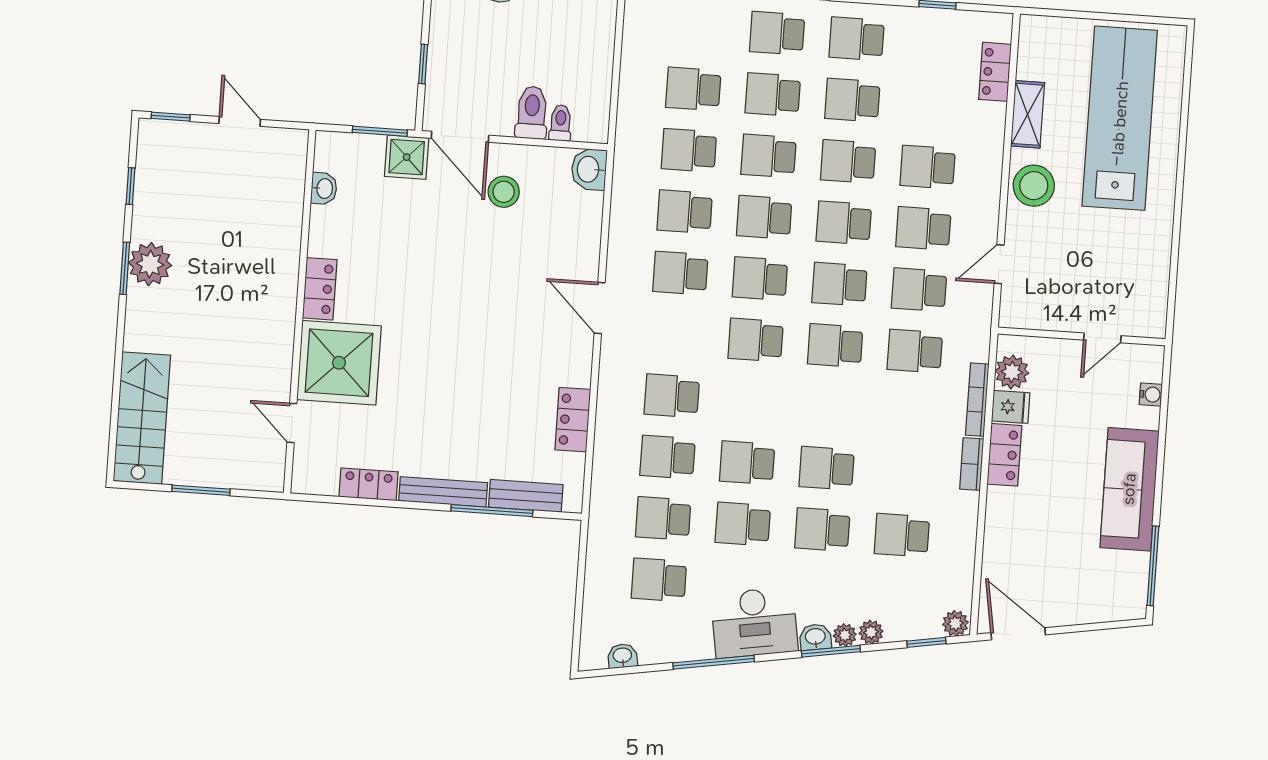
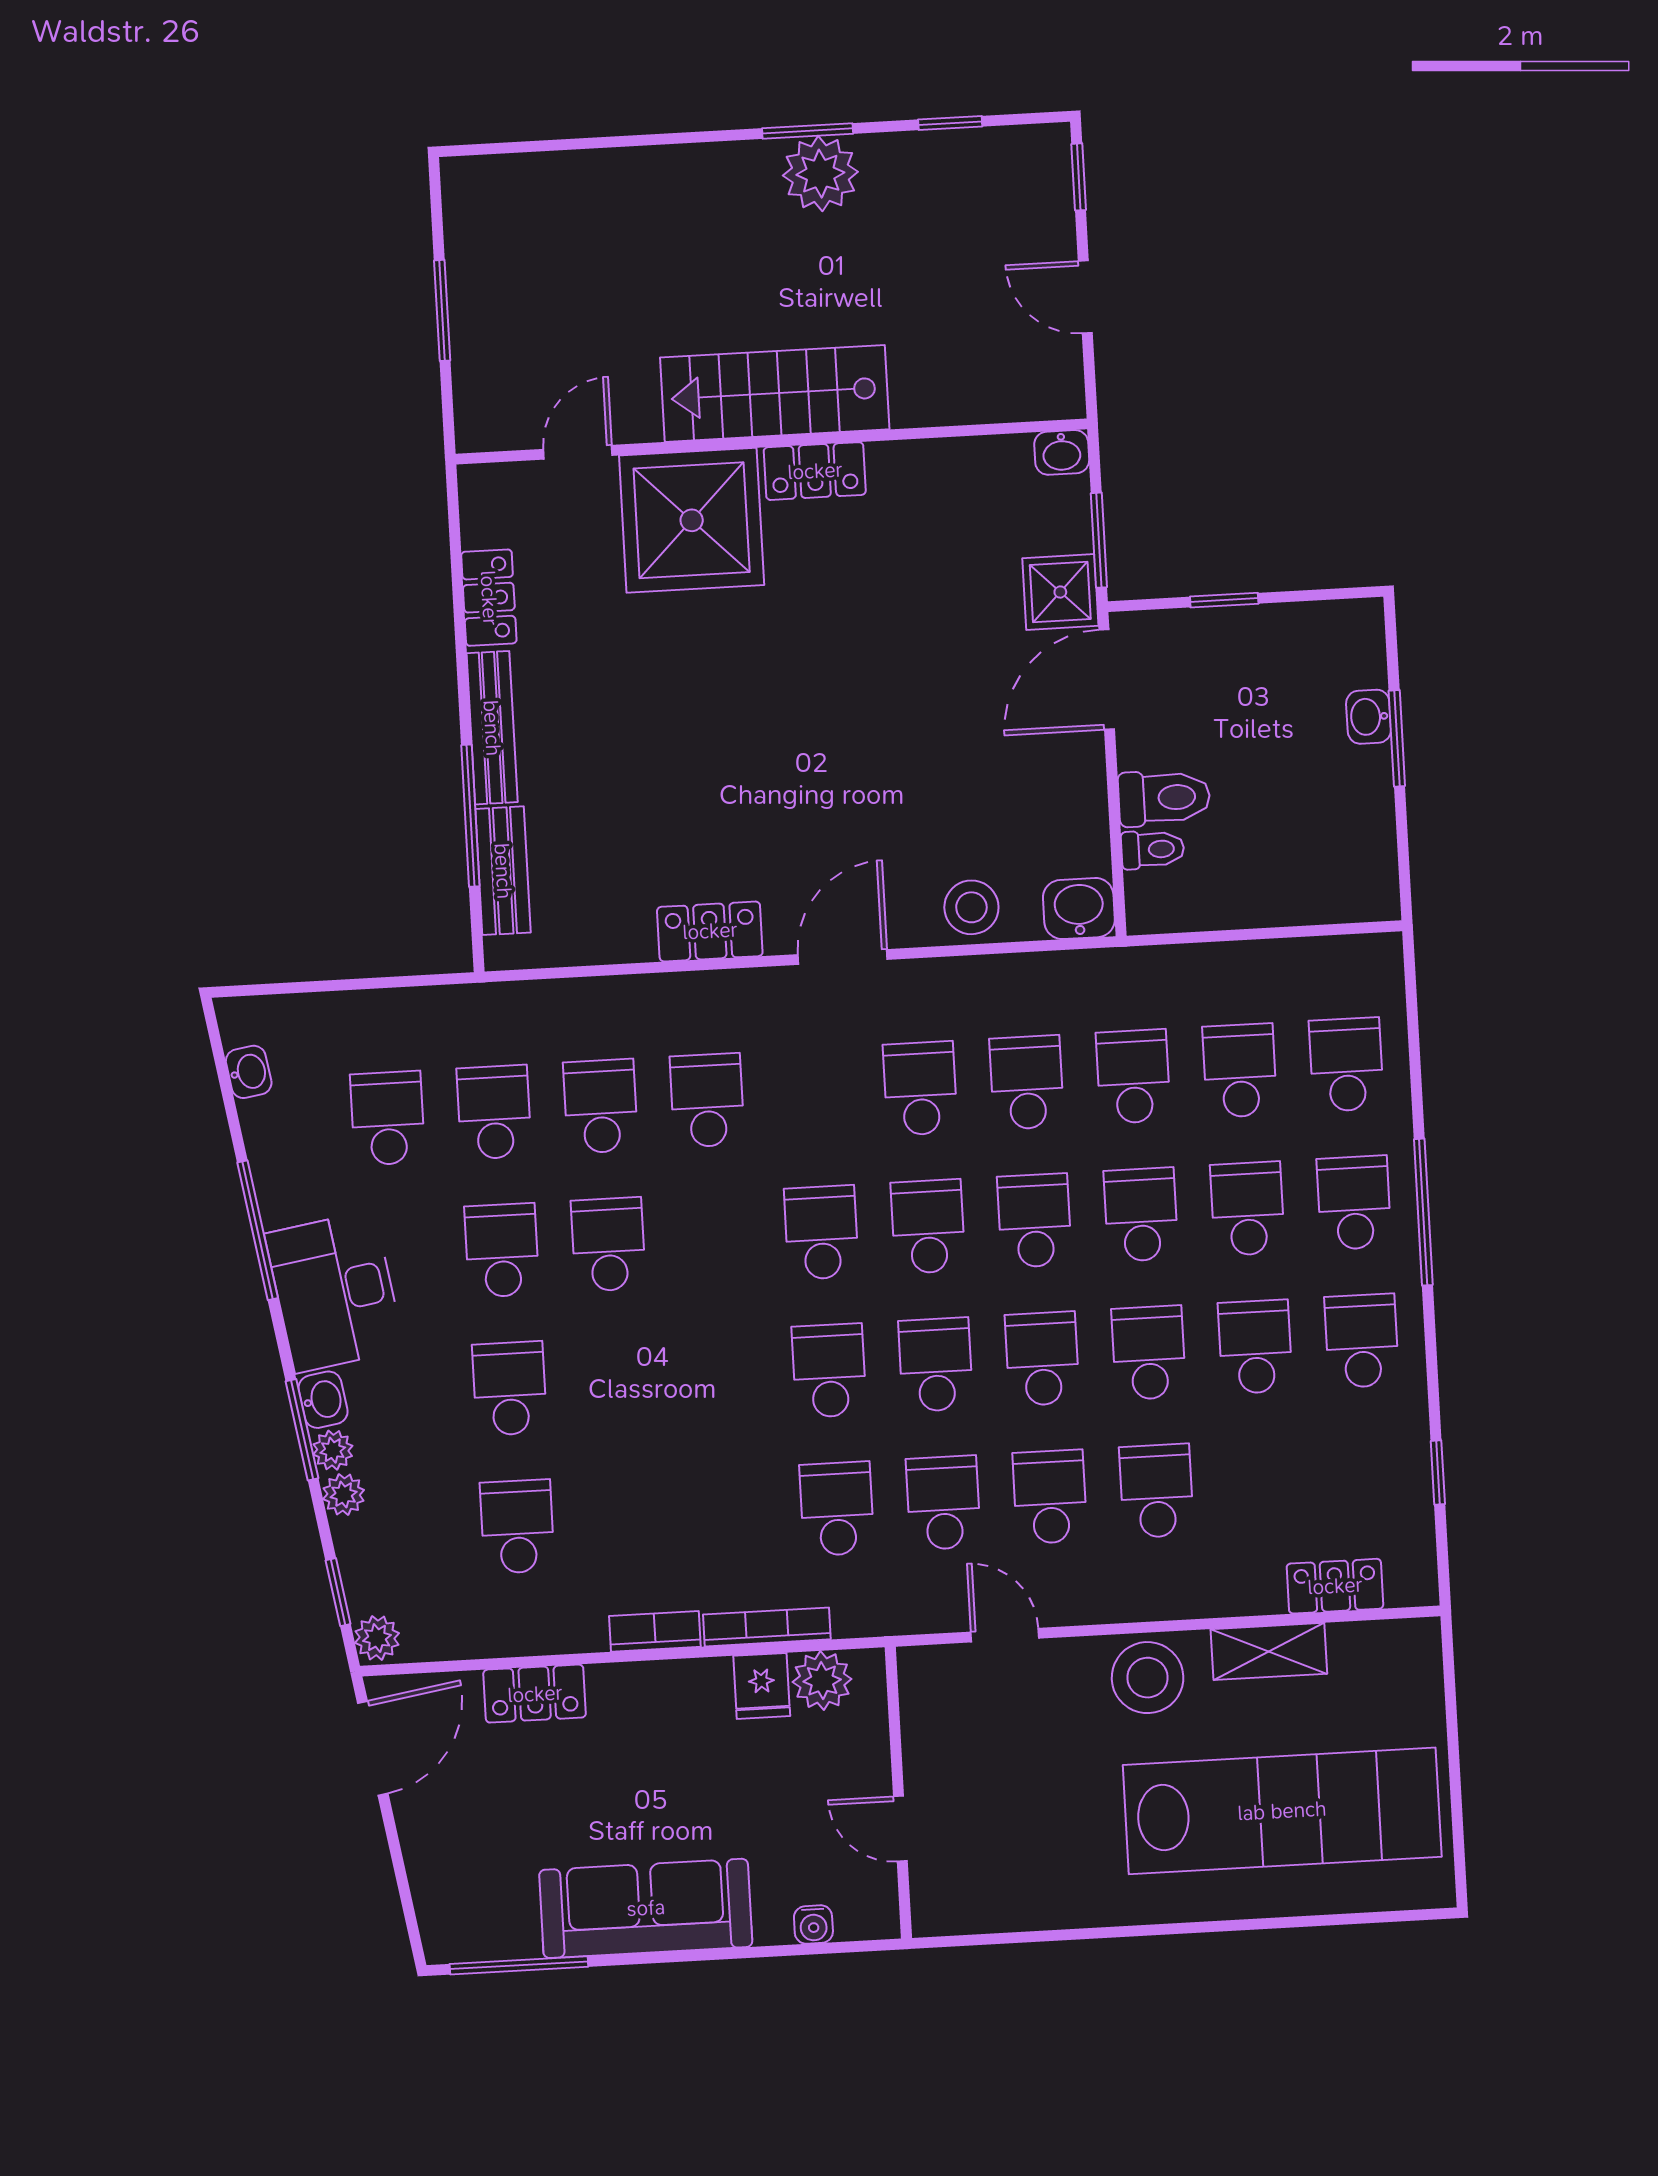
door: (240, 121) -> (1085, 297), swing flipped
washbasin: (324, 189) -> (1062, 452), moved
stool: (504, 192) -> (971, 907), moved
stairs: (142, 418) -> (775, 393), moved, turned 180
locker: (573, 420) -> (710, 931), moved
locker: (1004, 455) -> (535, 1694), moved
school desk: (827, 468) -> (1346, 1065), moved

